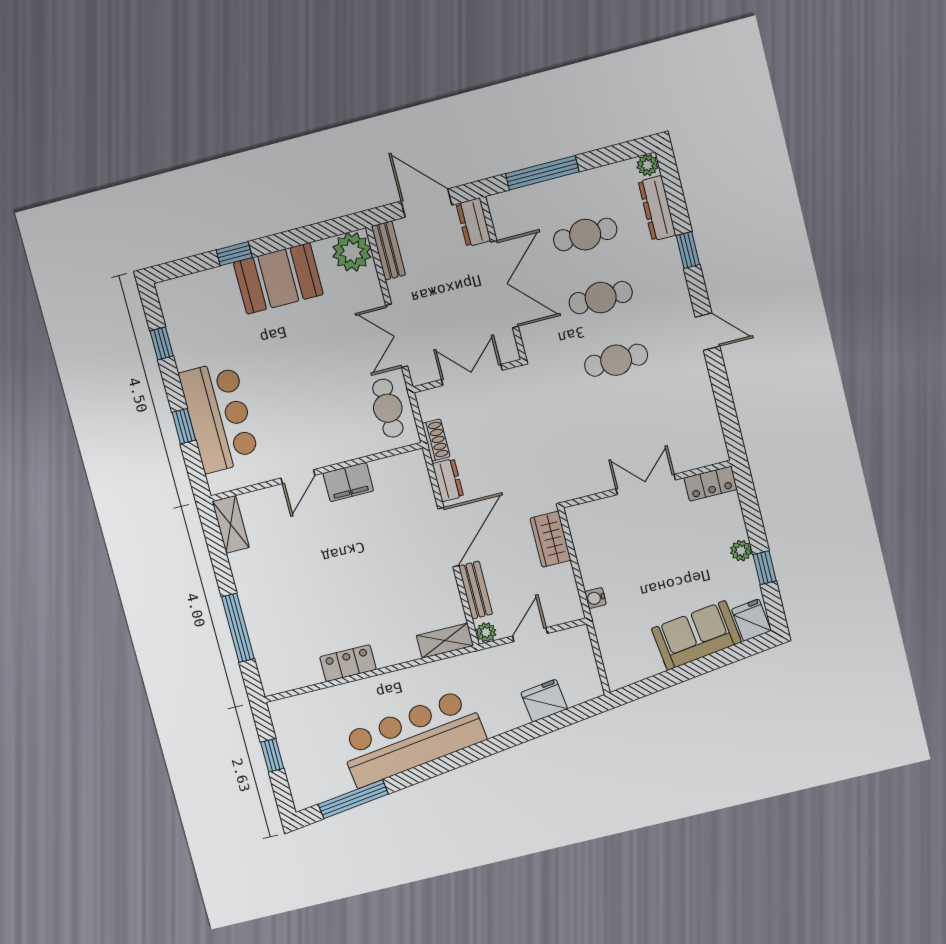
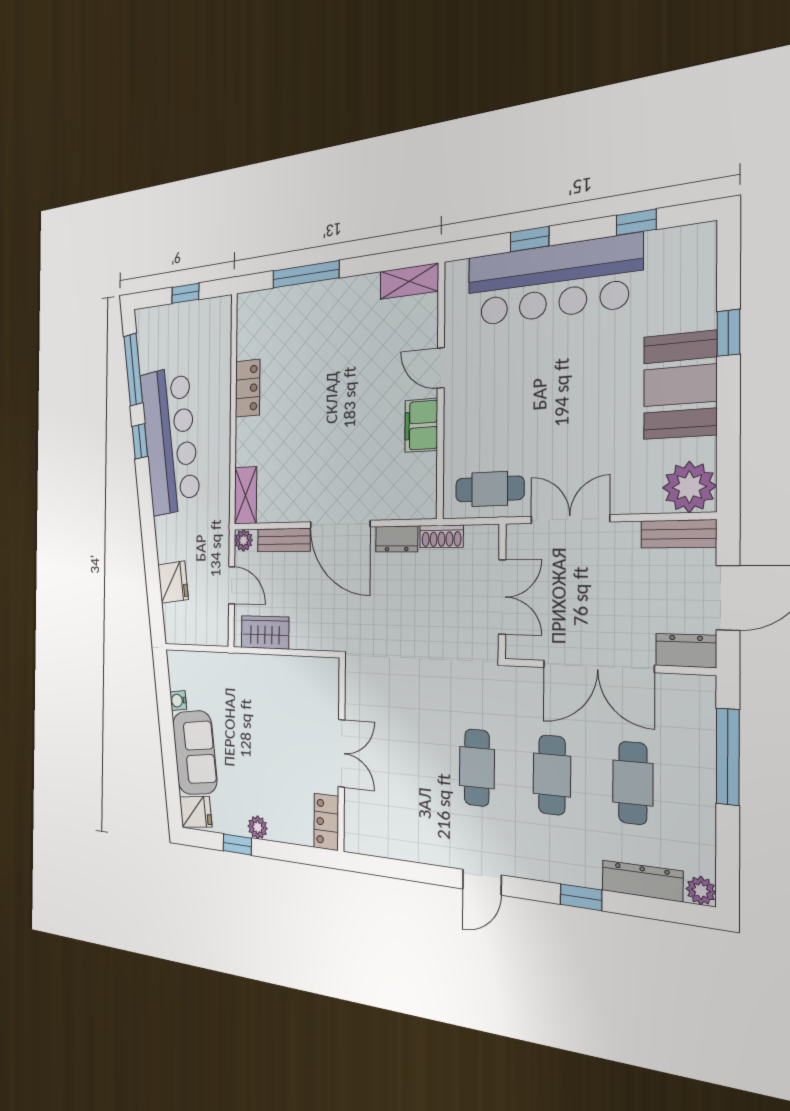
bar counter: (219, 417) -> (553, 281), width x1.36
wardrobe: (550, 539) -> (265, 632), moved
water cooler: (595, 598) -> (178, 701), moved, turned -97
window: (420, 774) -> (140, 441), added

